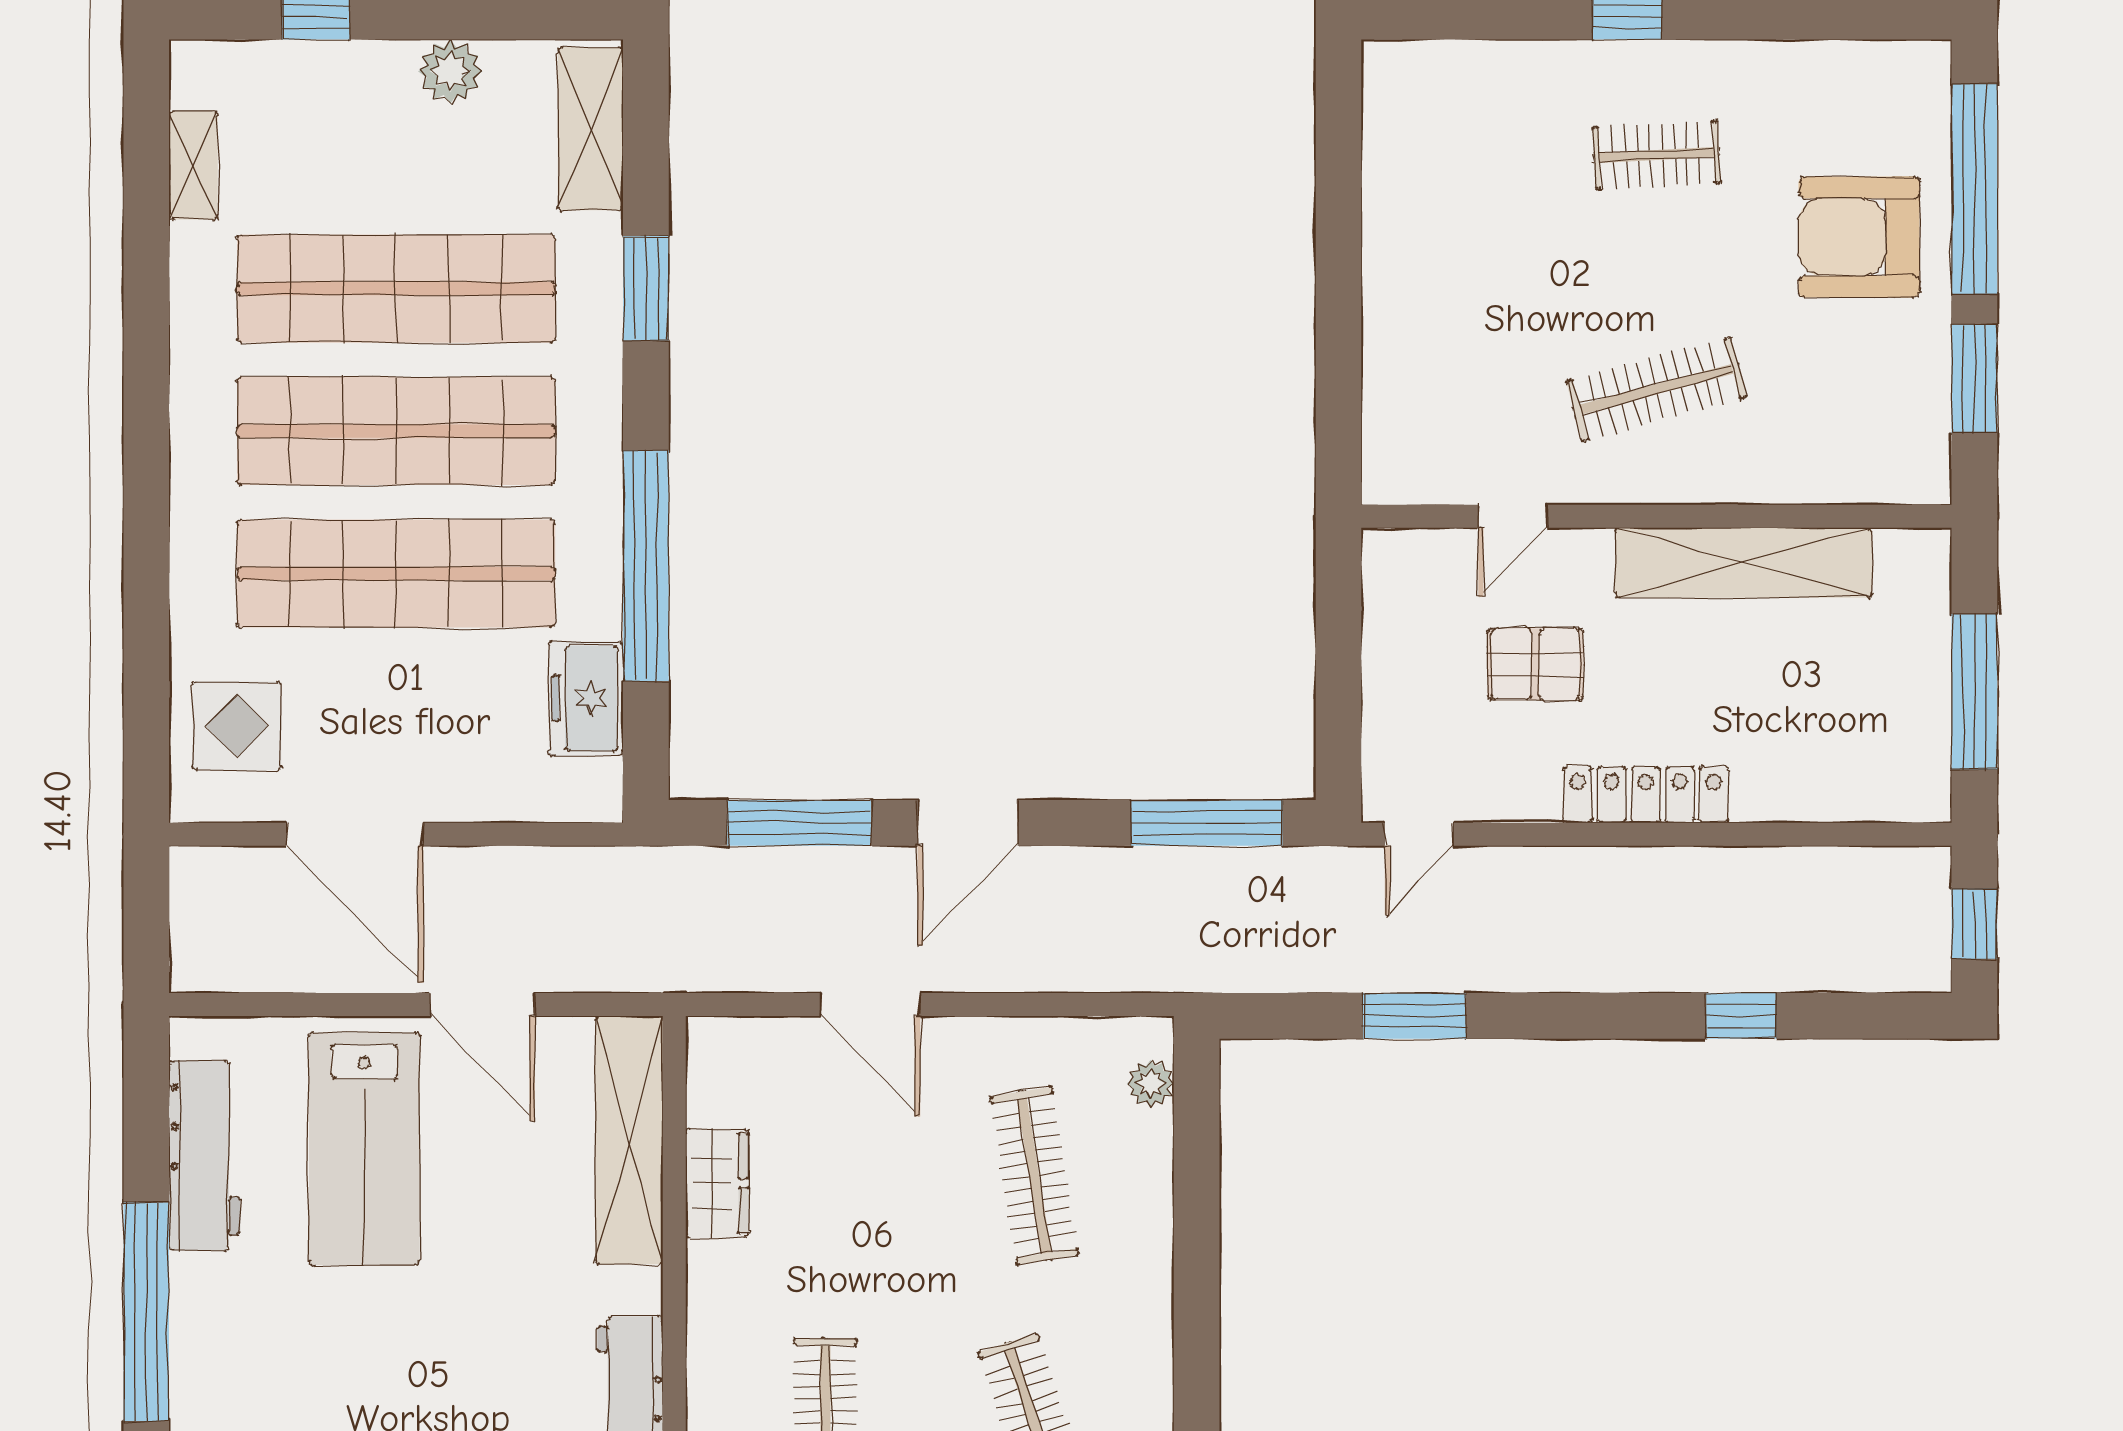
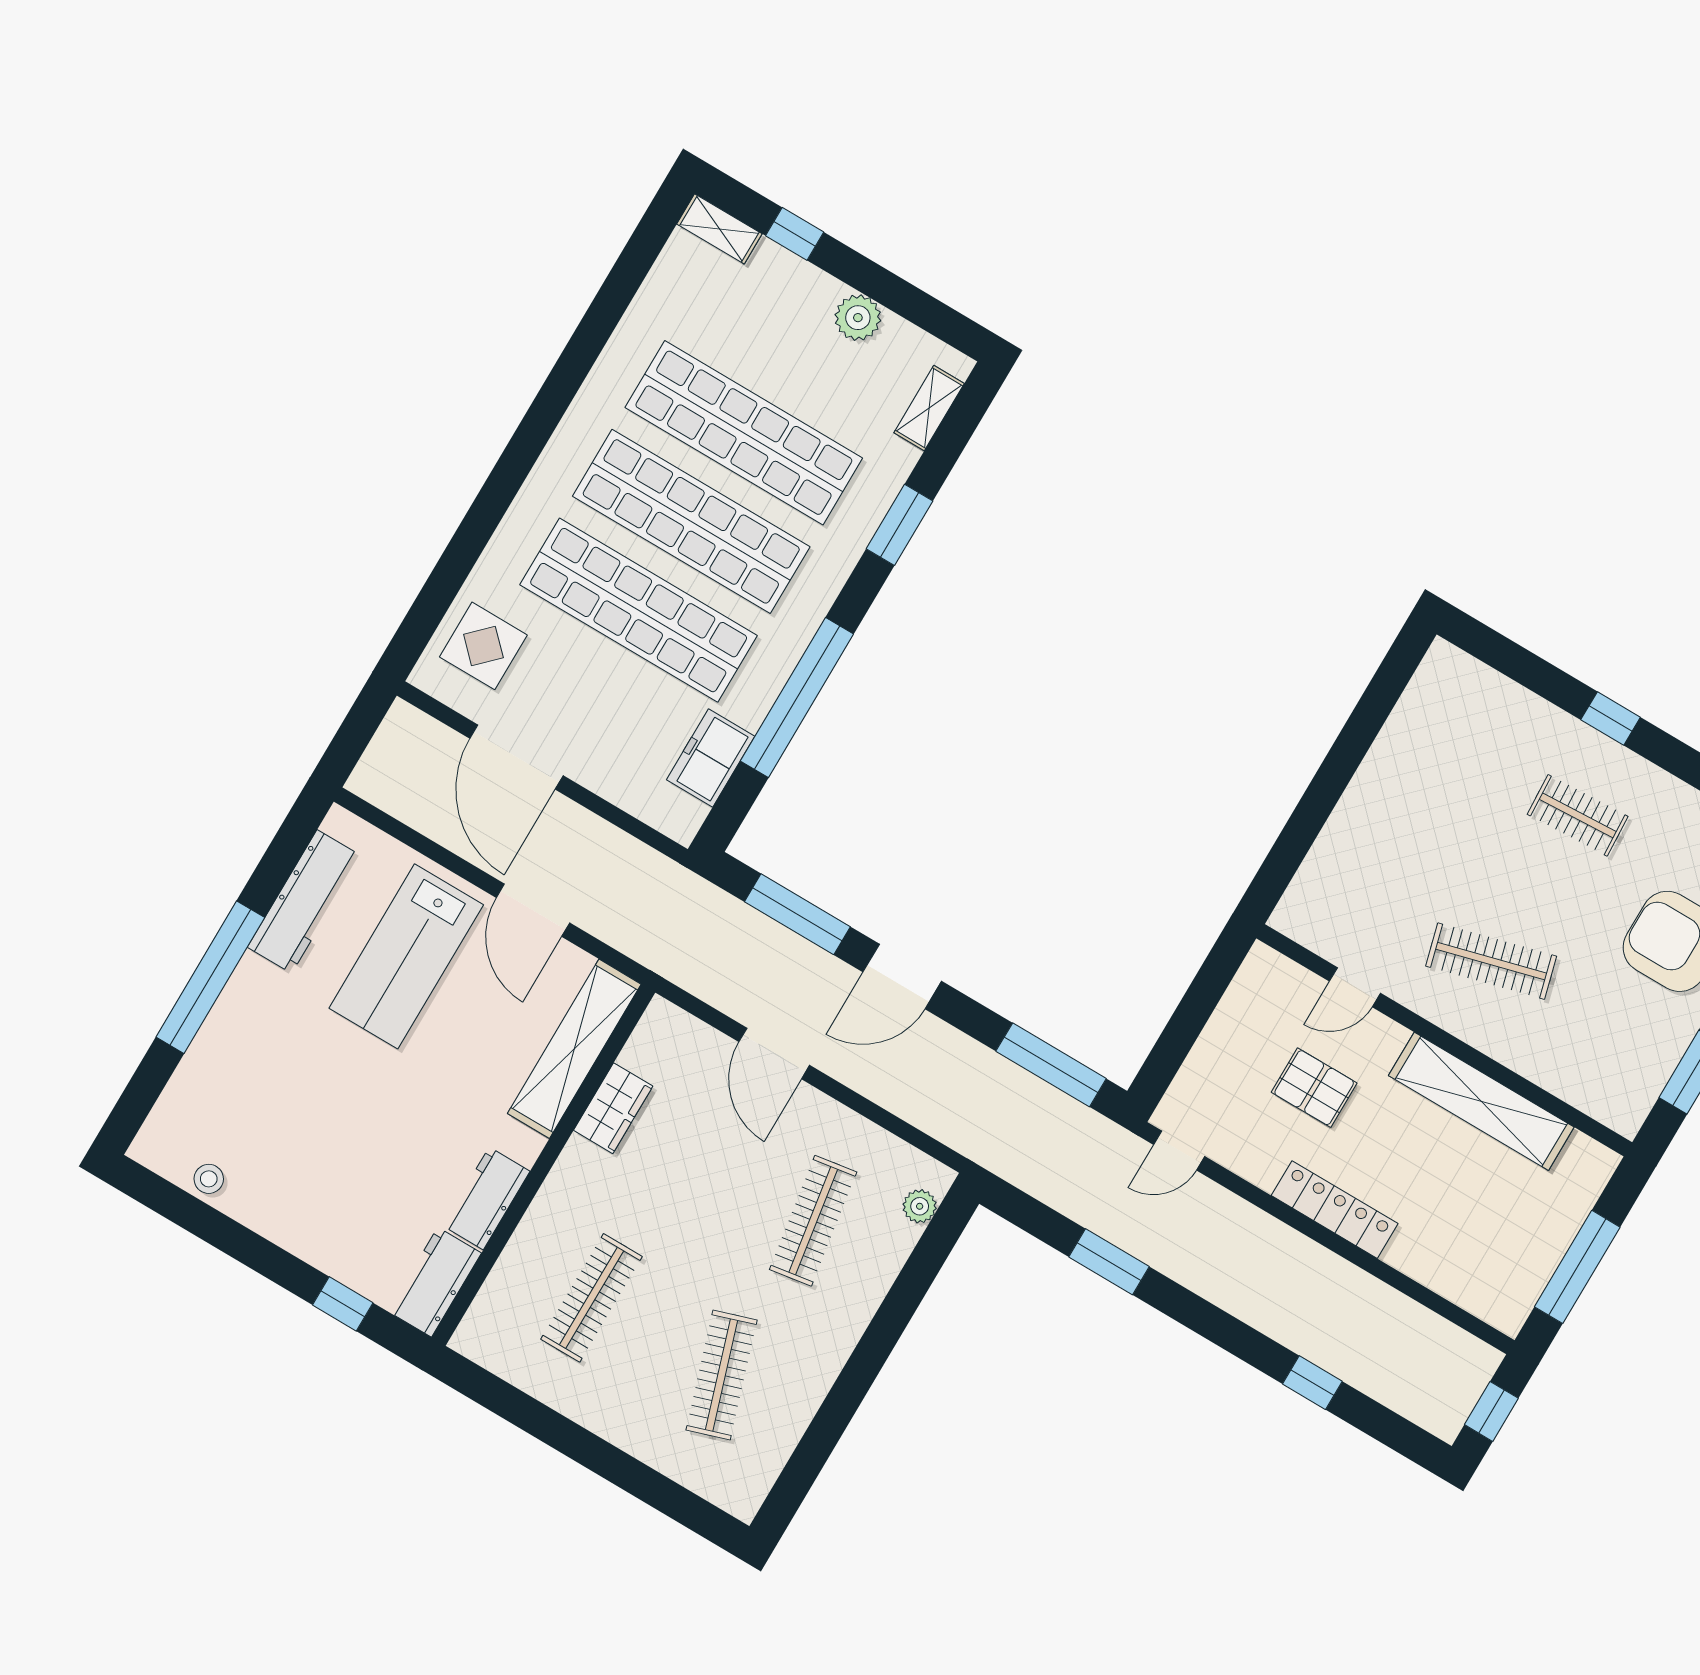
shelving: (591, 129) -> (929, 408), width x0.67, depth x0.75
shelving: (193, 165) -> (719, 229), moved, turned 90

